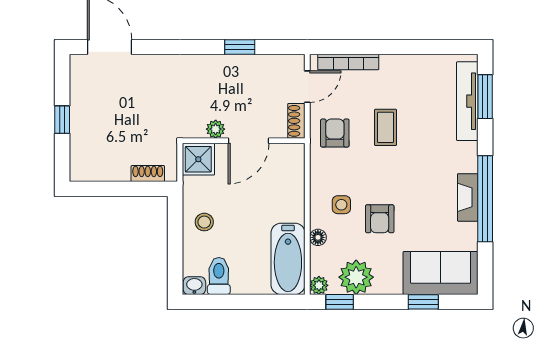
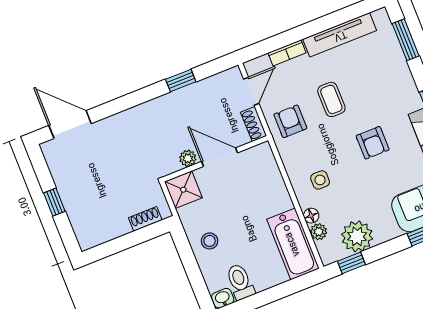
bookcase: (348, 62) -> (287, 53), width x0.64
tv unit: (467, 101) -> (340, 35), moved, turned -90
door: (248, 141) -> (220, 157), swing flipped
armchair: (380, 219) -> (373, 143), moved
plant: (319, 285) -> (319, 232), moved

